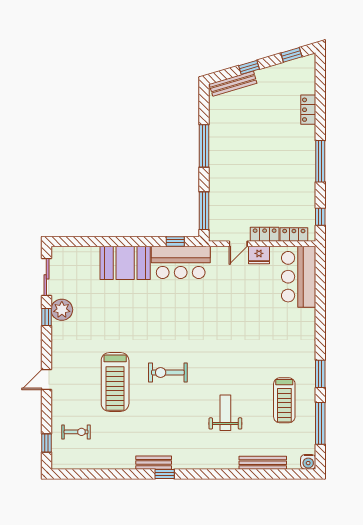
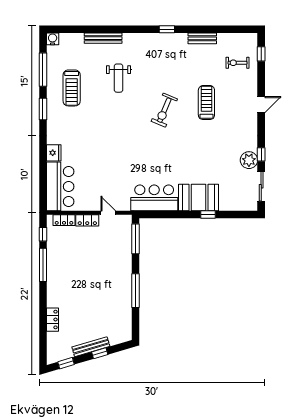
bench: (233, 84) -> (91, 347), moved
window: (320, 161) -> (43, 265), moved
window: (175, 241) -> (208, 215), moved
door: (238, 244) -> (108, 213), hinge flipped
fridge: (259, 255) -> (54, 153), moved, turned 90
exercise bike: (168, 372) -> (164, 110), turned 113
treadmill: (115, 382) -> (206, 103), width x0.73, depth x0.73
treadmill: (284, 400) -> (72, 88), turned 180
bench: (154, 463) -> (202, 38), moved
bench: (263, 463) -> (103, 38), moved

